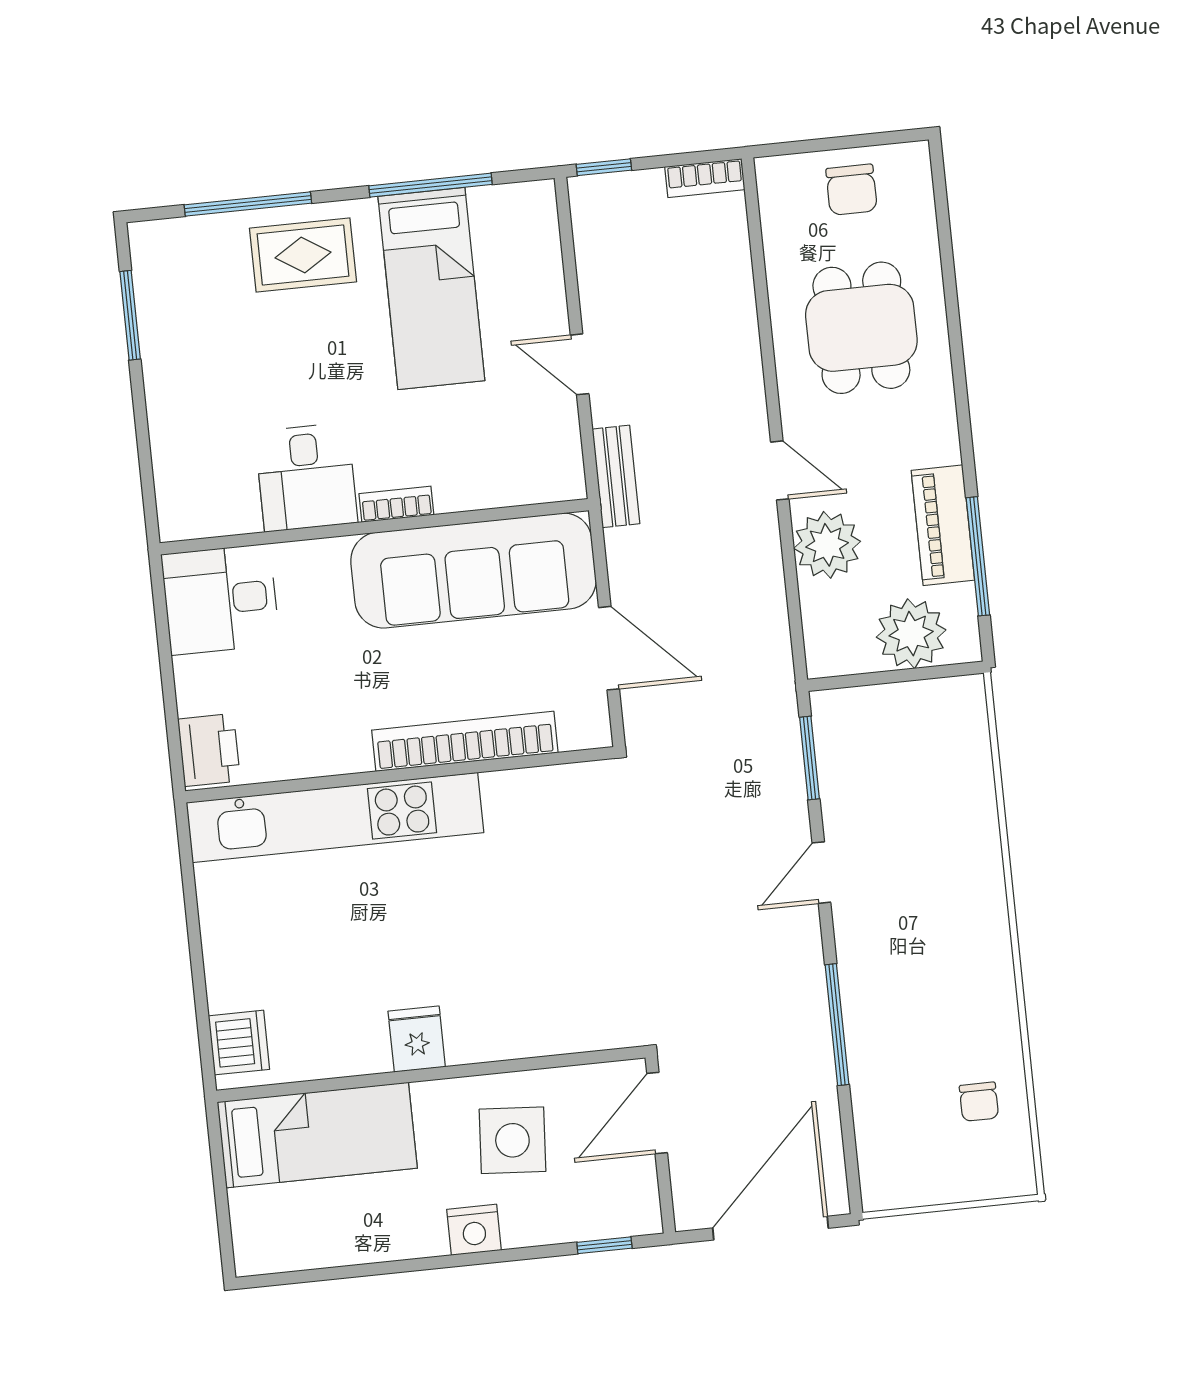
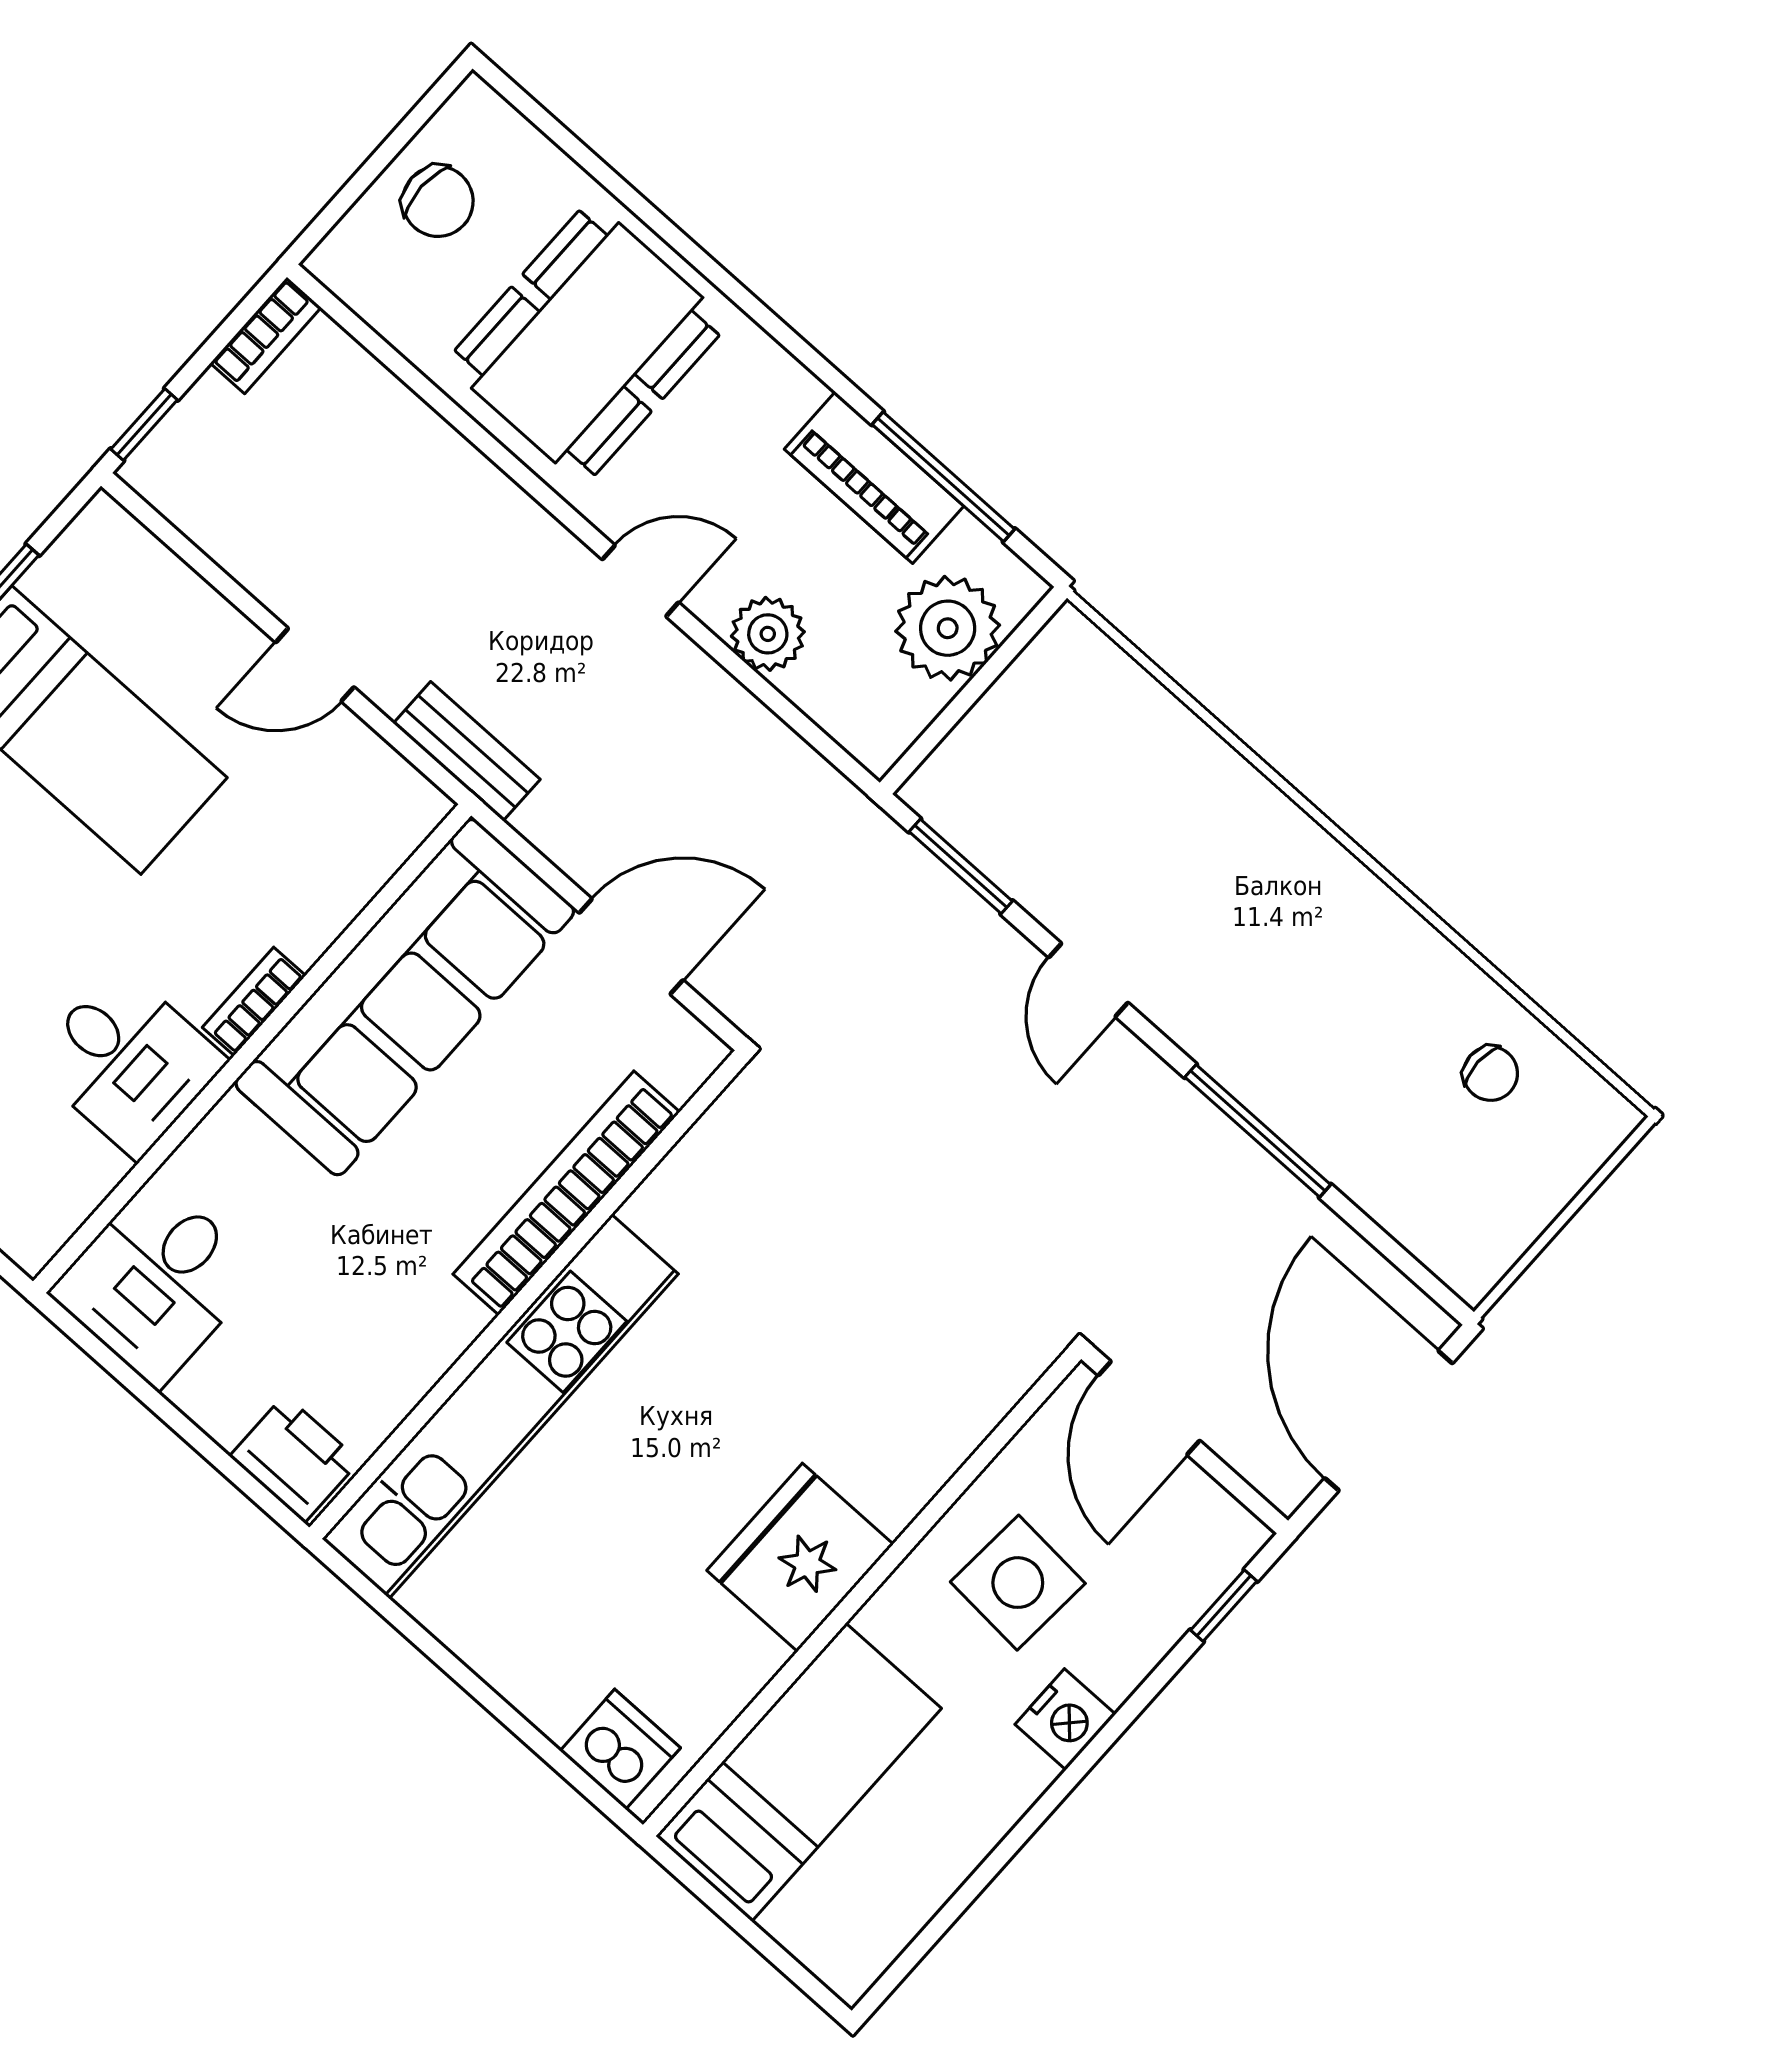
dining table: (861, 328) -> (587, 343), width x1.38
plant: (827, 545) -> (768, 634), width x0.73, depth x0.73
fridge: (417, 1039) -> (800, 1557), width x1.88, depth x1.34

